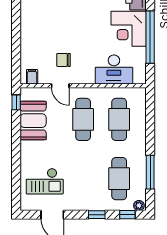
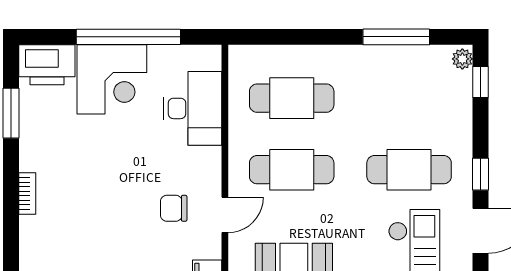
chair: (64, 60) -> (174, 208), turned 90
cafe table: (119, 179) -> (409, 170), moved
window: (97, 215) -> (481, 174), moved

